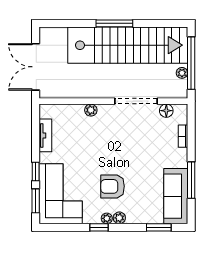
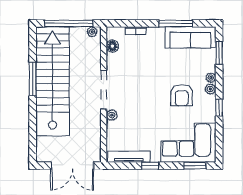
window: (114, 23) -> (33, 79), moved
plant: (182, 73) -> (92, 32), moved
doorway: (136, 101) -> (104, 90), moved
tv unit: (45, 135) -> (129, 157), width x1.41
window: (36, 172) -> (150, 166), moved
plant: (107, 218) -> (211, 78), moved

